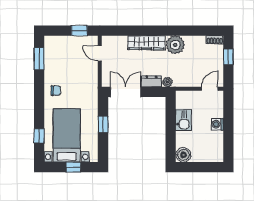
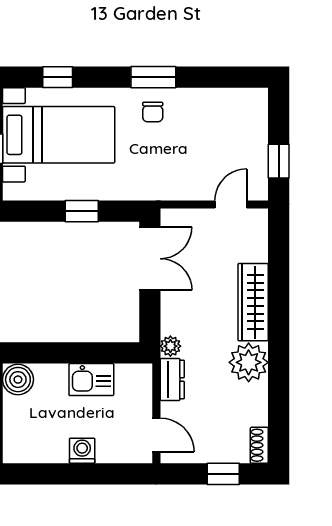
window: (39, 59) -> (153, 77), moved
dresser: (151, 81) -> (172, 380), moved

